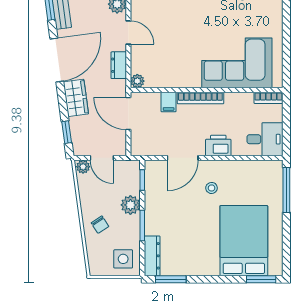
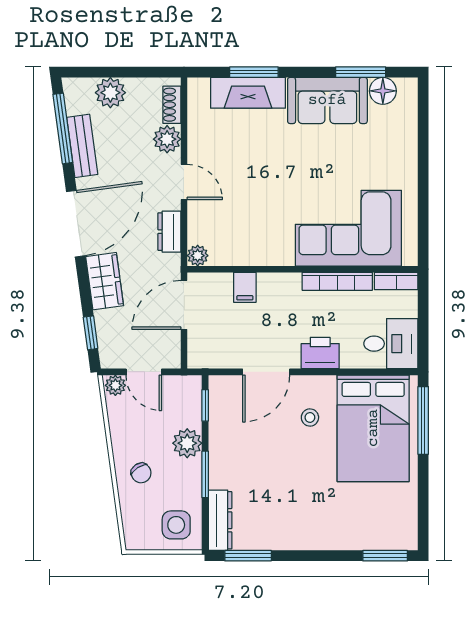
bookcase: (200, 98) -> (337, 281), moved
door: (128, 114) -> (184, 305), hinge flipped
bed: (244, 241) -> (373, 428), moved, turned 180

